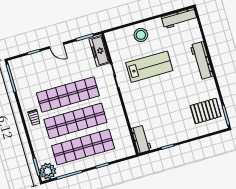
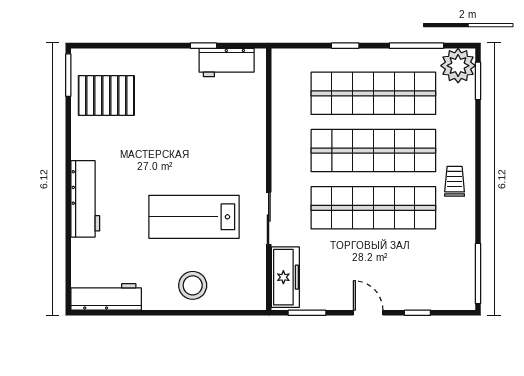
workbench: (141, 139) -> (227, 62), moved, turned -90

